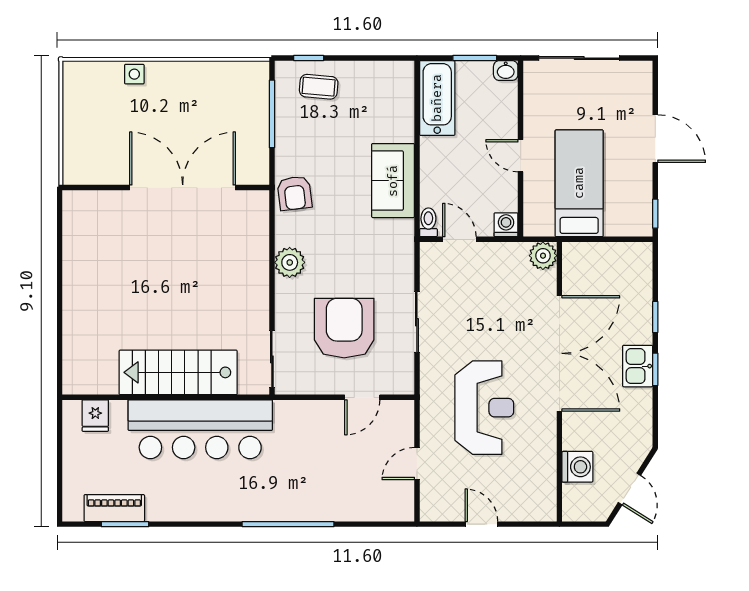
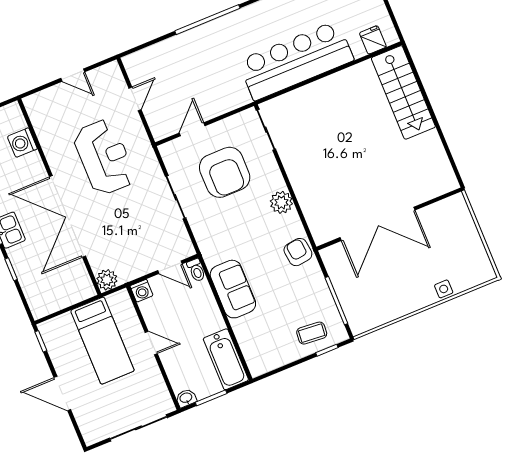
stairs: (178, 372) -> (403, 92), moved, turned 90
reception desk: (484, 408) -> (104, 157), turned 180

